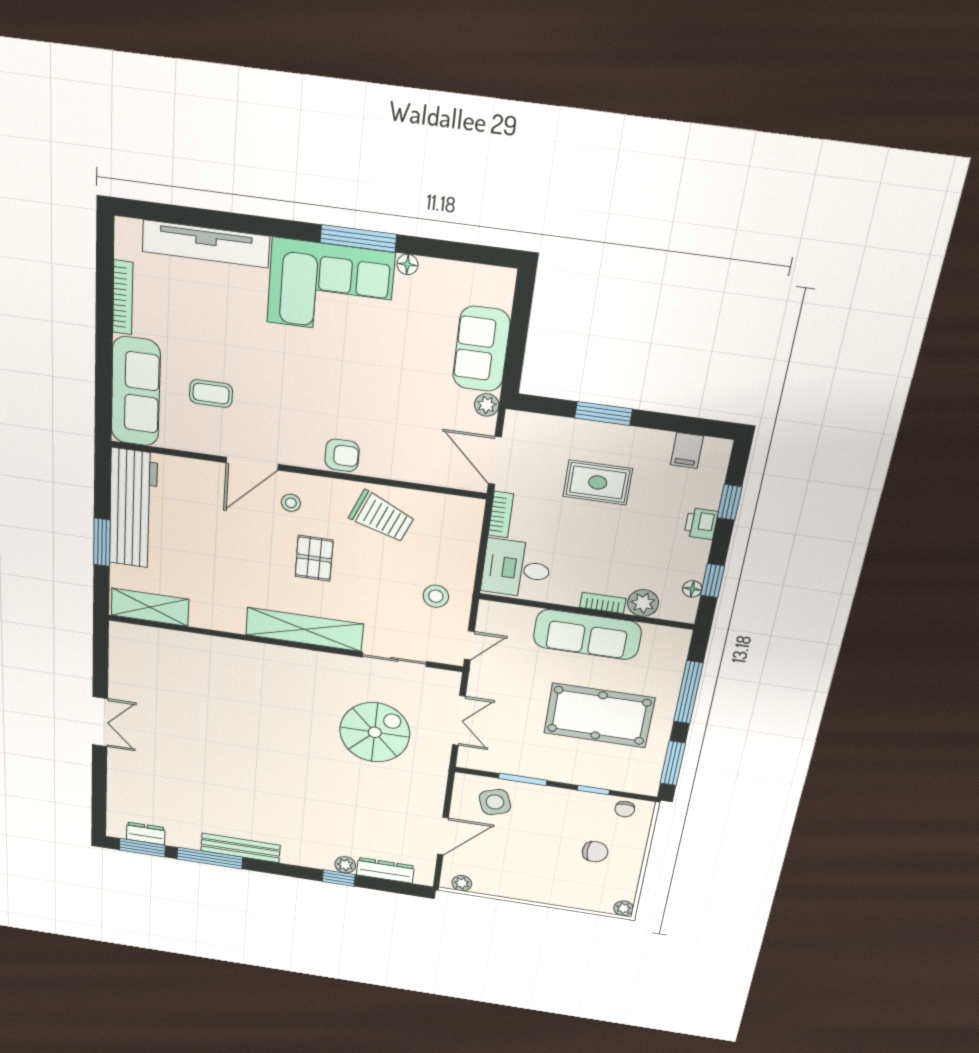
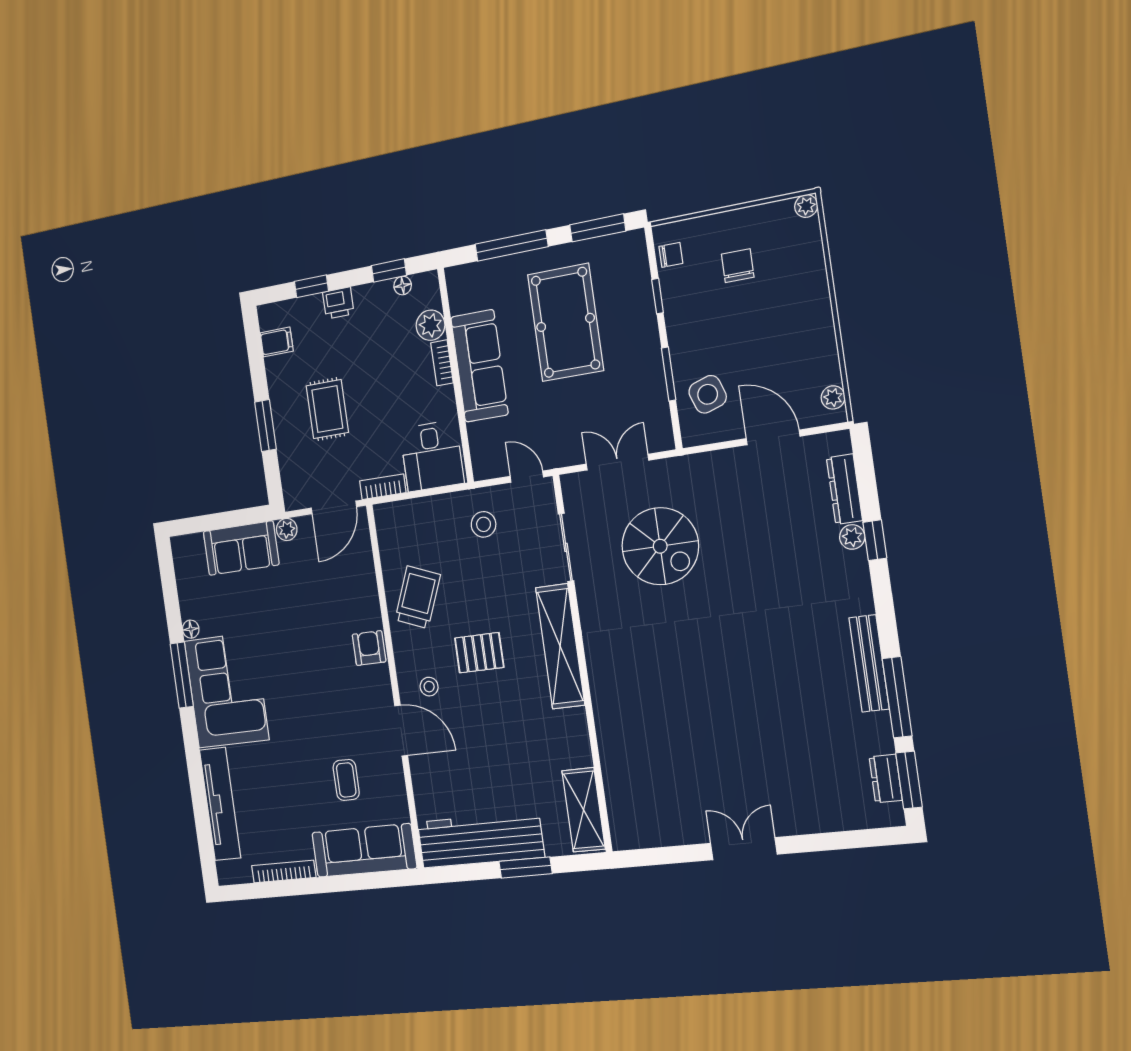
spiral stairs: (375, 732) -> (660, 546), turned 180

